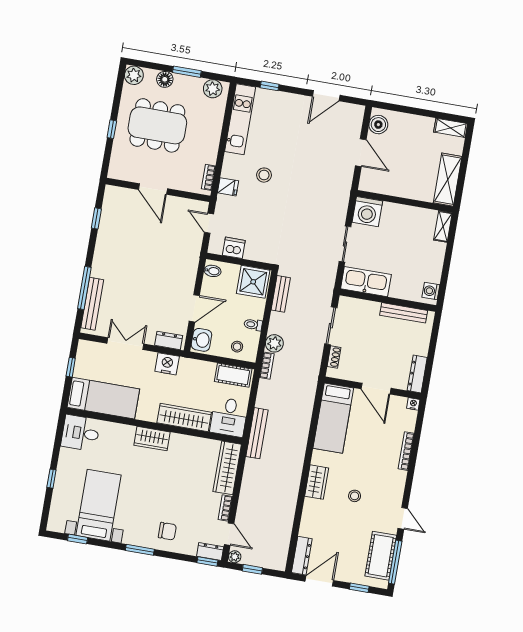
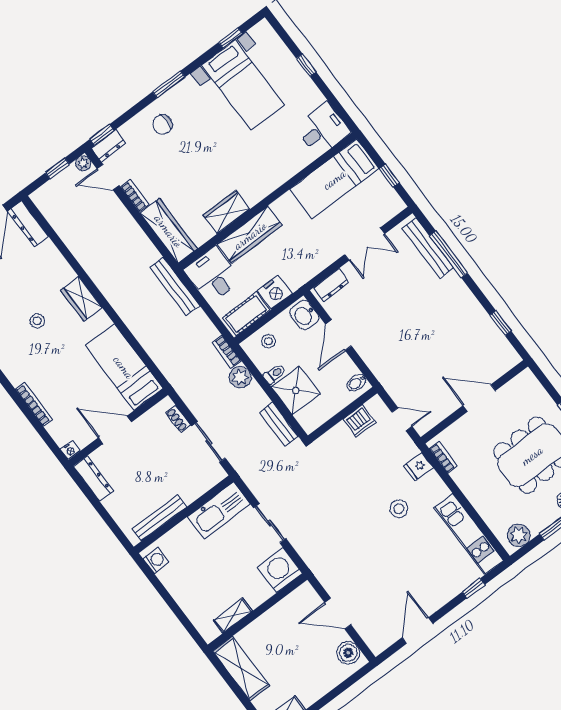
shelving: (443, 226) -> (233, 616), moved, turned 90
shower: (253, 282) -> (296, 390), moved
nightstand: (167, 364) -> (275, 292), moved
wardrobe: (152, 439) -> (226, 212), moved

